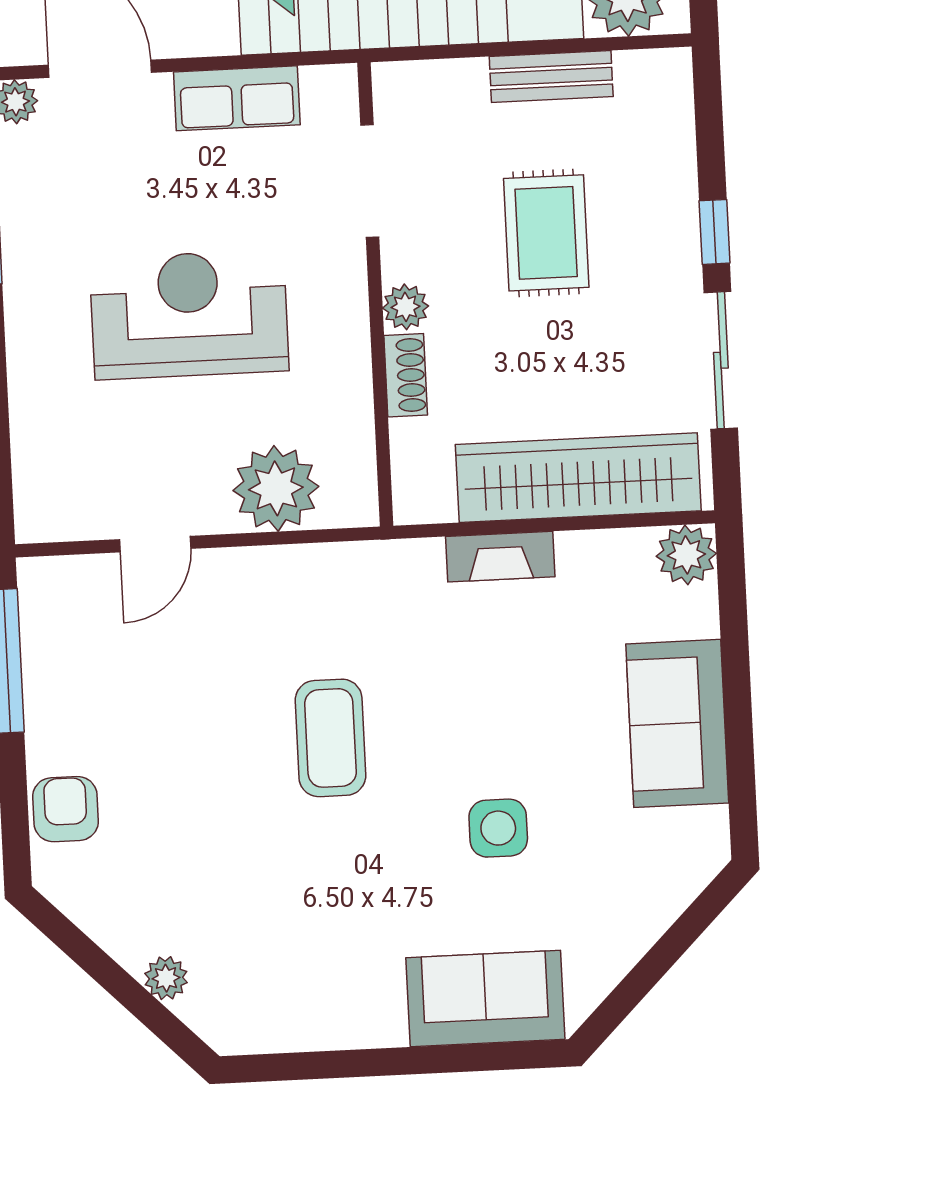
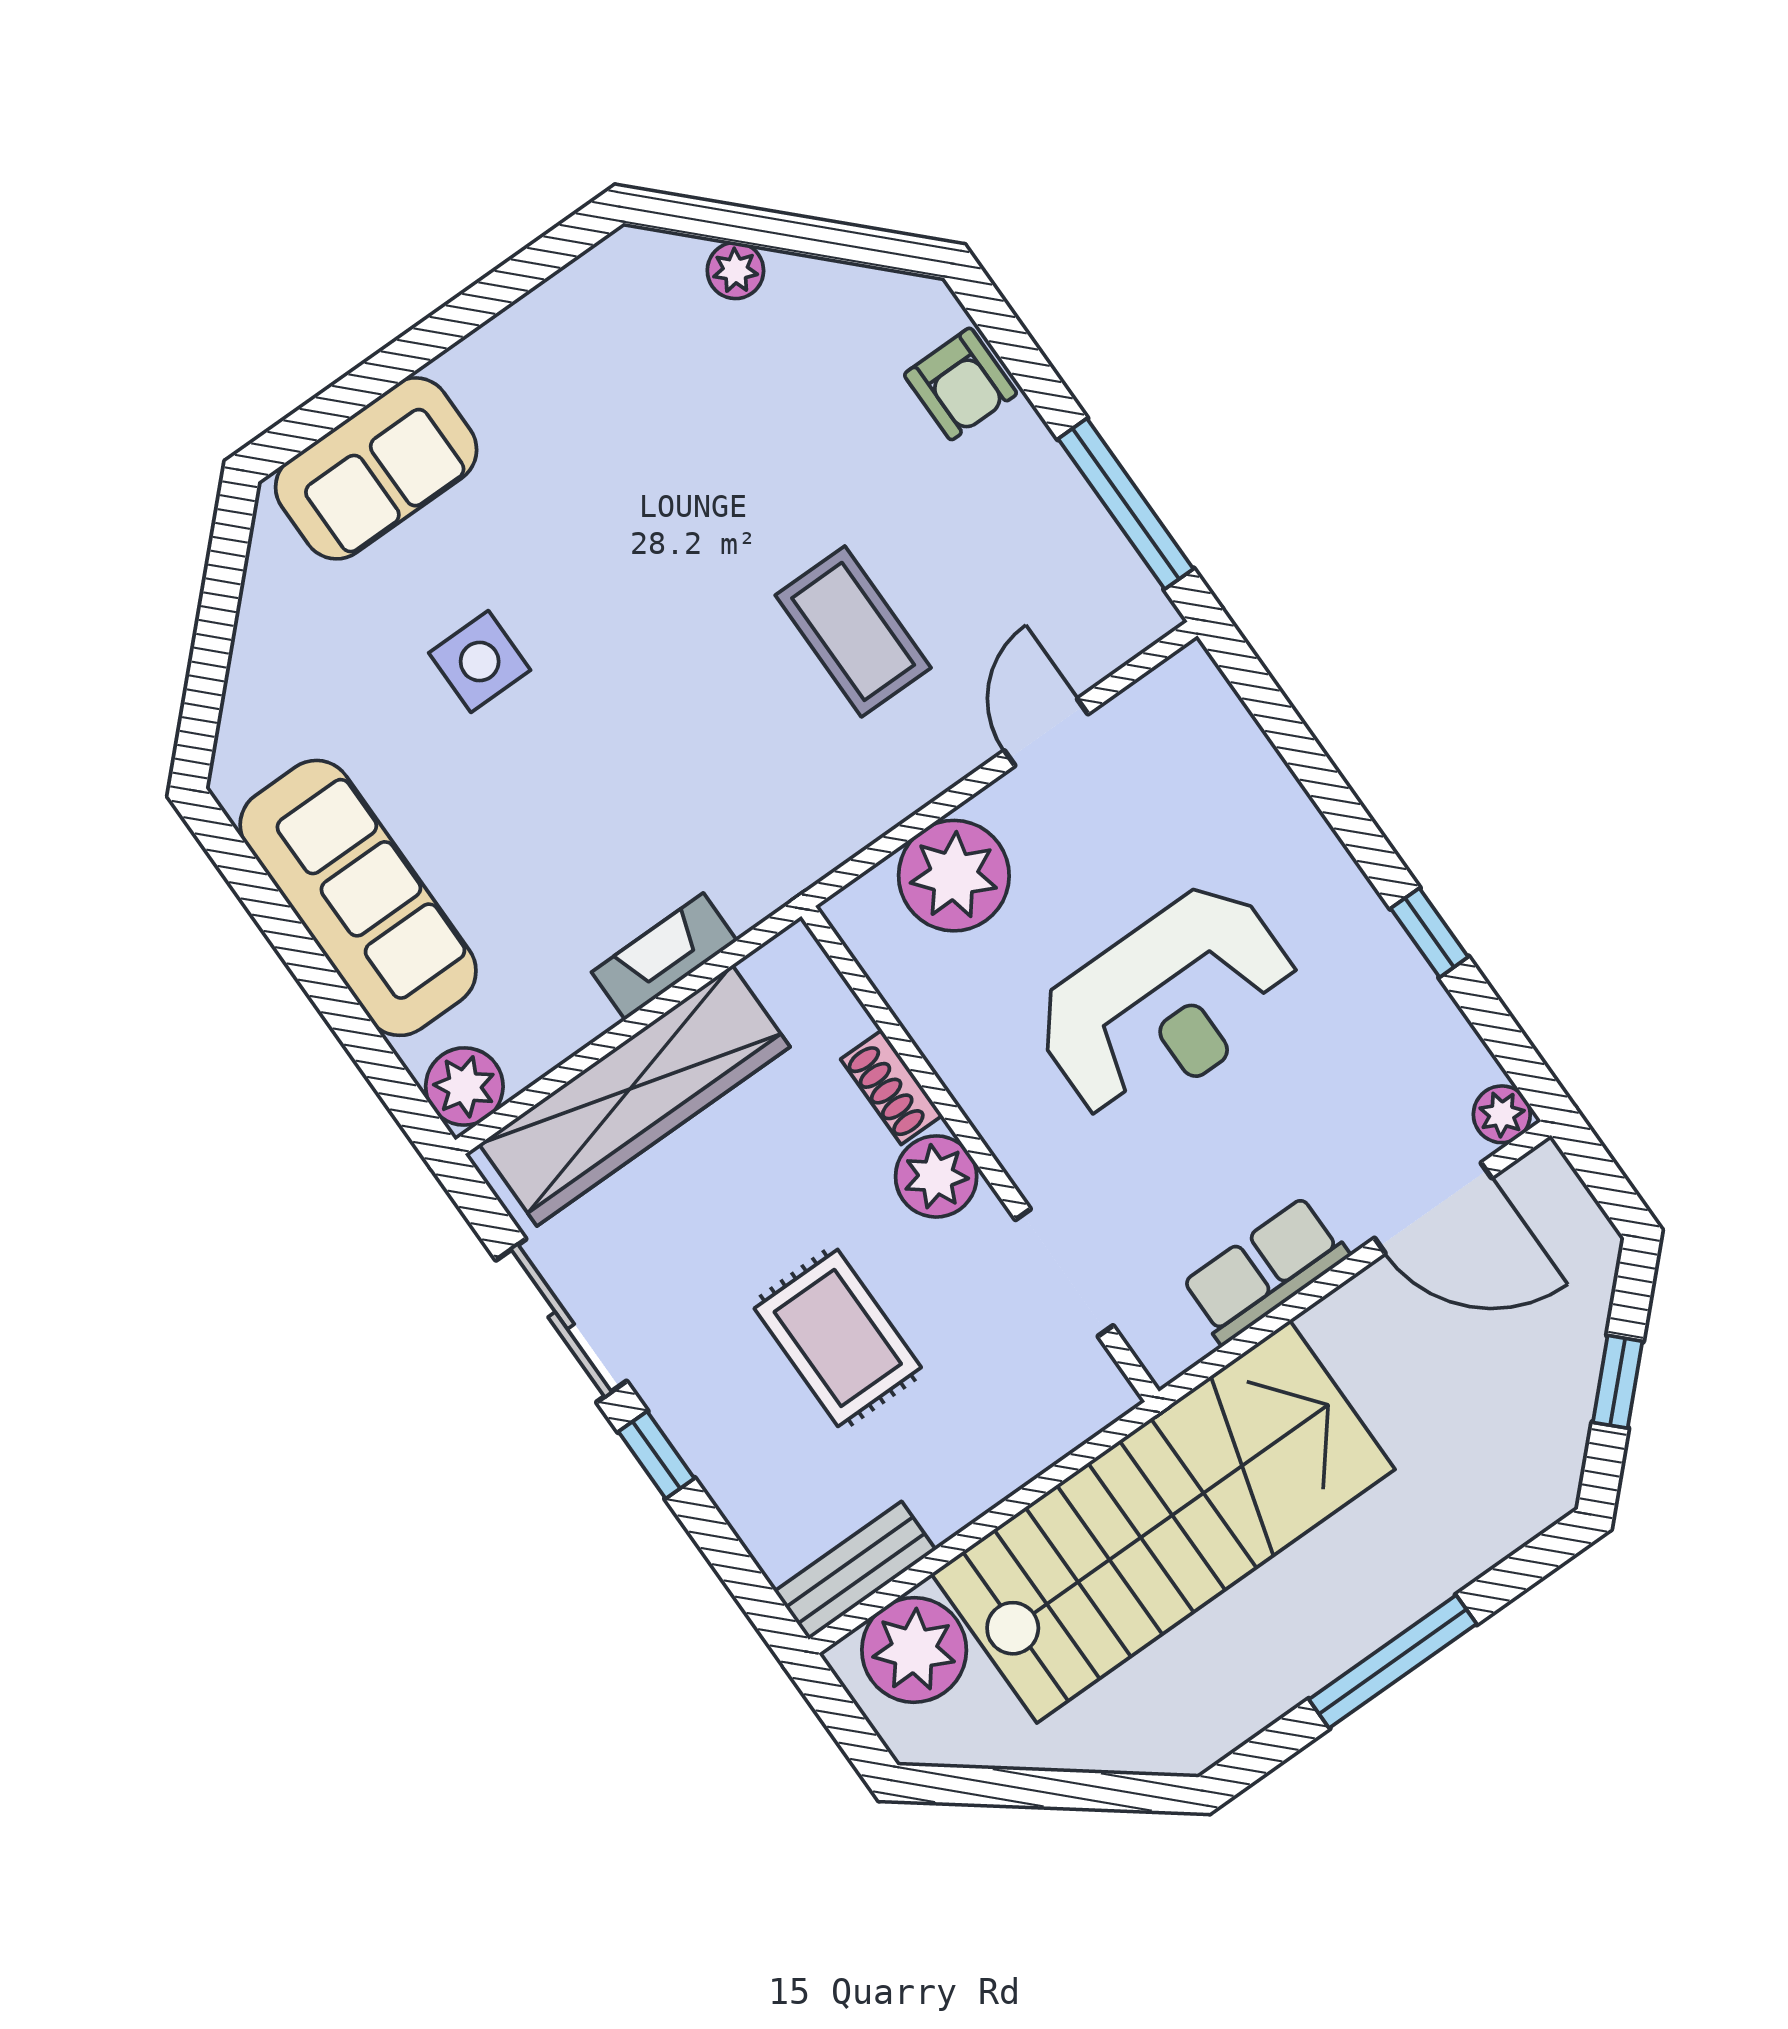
bench: (551, 77) -> (855, 1570), moved
plant: (406, 307) -> (936, 1176), width x1.38, depth x1.38
sofa: (677, 723) -> (358, 898), width x1.36
coffee table: (330, 738) -> (853, 631), moved

